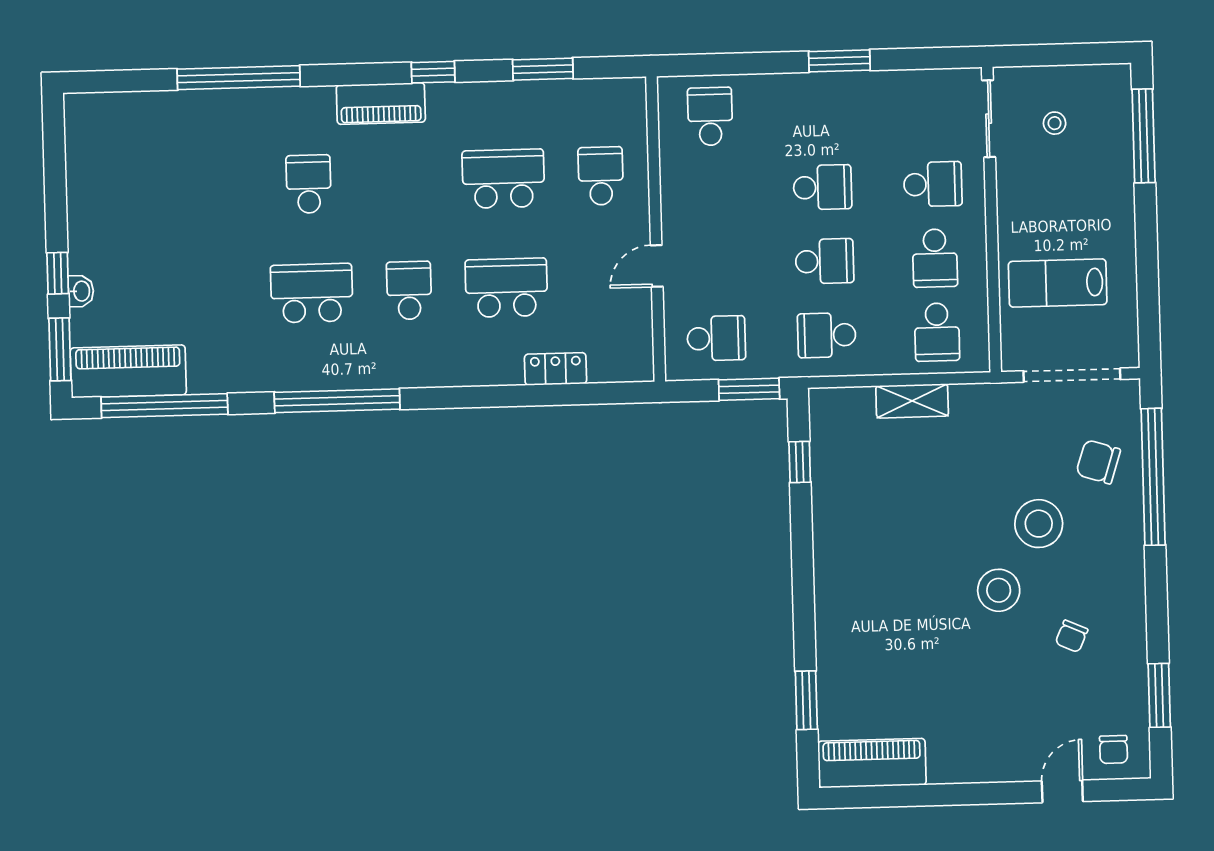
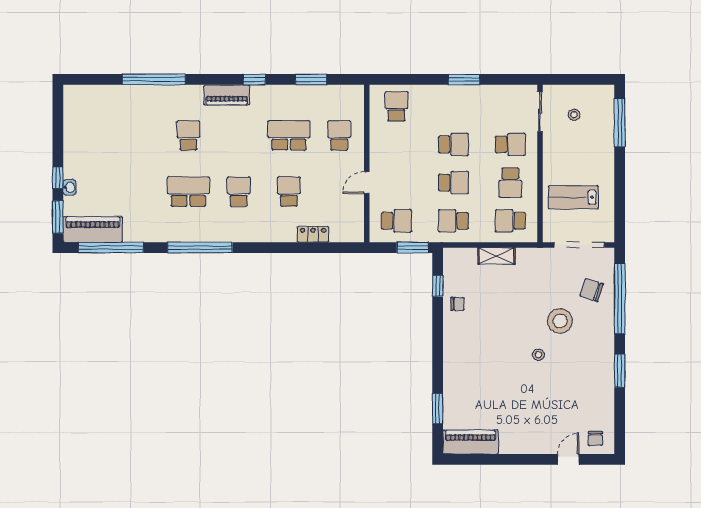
school desk: (506, 288) -> (289, 192), width x0.54
school desk: (937, 332) -> (510, 221), turned 90
stool: (999, 590) -> (538, 355), width x0.53, depth x0.53
chair: (1072, 636) -> (457, 304), moved, turned -114
window: (1159, 695) -> (620, 371), moved

